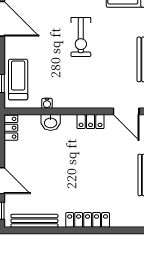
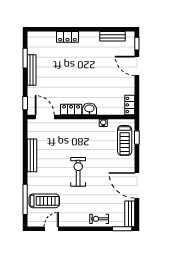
washbasin: (51, 122) -> (89, 109), moved
locker: (88, 220) -> (68, 37), width x0.66
bench: (34, 221) -> (112, 36), width x0.73

